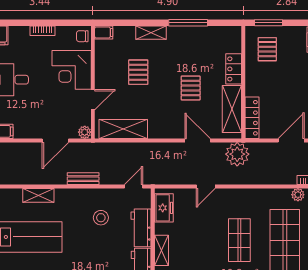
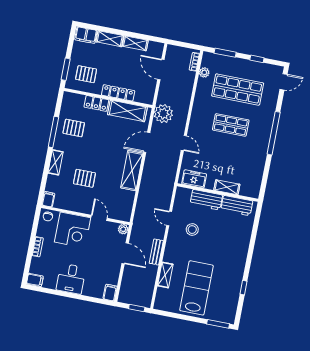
pallet: (191, 88) -> (74, 128), moved
locker: (252, 118) -> (118, 93), moved
shelving: (123, 129) -> (132, 171), moved
bench: (83, 179) -> (156, 252), moved
door: (134, 186) -> (169, 219), moved

